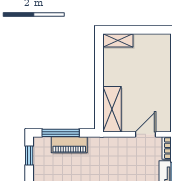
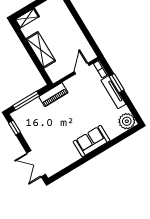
shelving: (112, 109) -> (41, 50), moved
piano: (69, 145) -> (53, 95), moved

